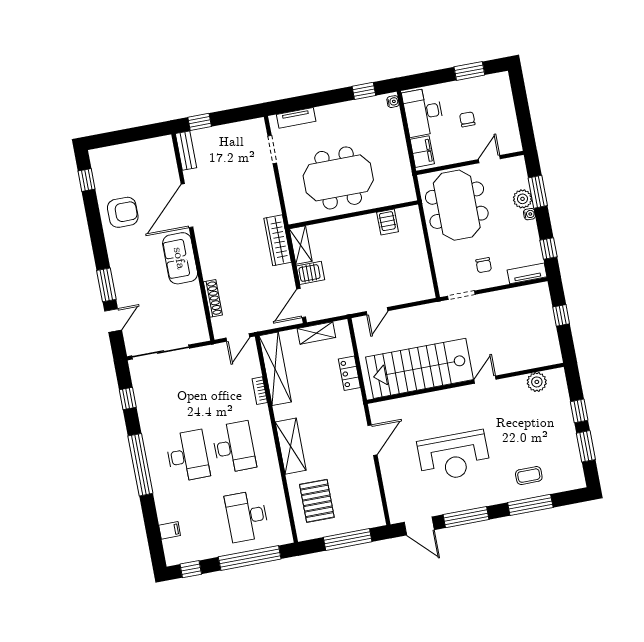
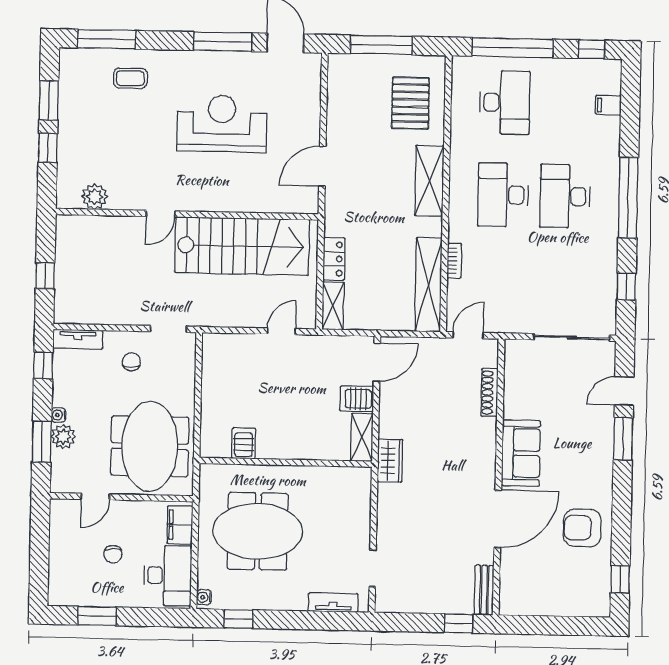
meeting table: (338, 178) -> (258, 531), moved
wardrobe: (278, 240) -> (390, 461), width x0.67
shelving: (316, 333) -> (333, 306), moved, turned 90
window: (530, 505) -> (107, 39), moved

